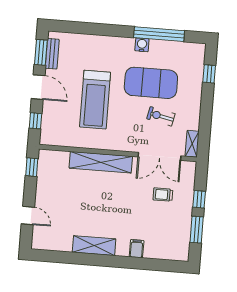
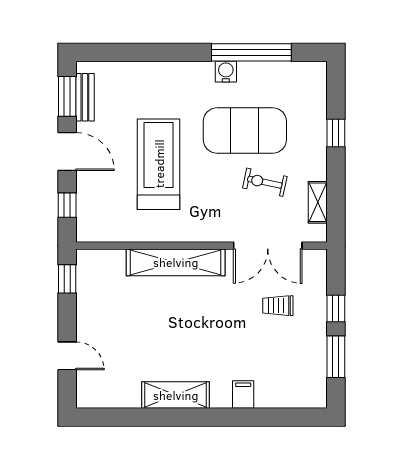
window: (209, 74) -> (336, 133), moved
treadmill: (95, 100) -> (159, 164), turned 180
shelving: (192, 144) -> (318, 202), moved

